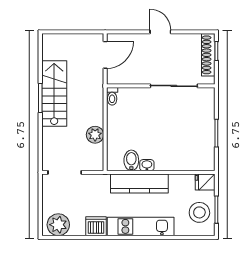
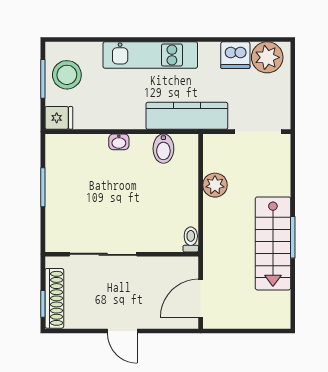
washbasin: (147, 165) -> (119, 142), moved
kitchen counter: (139, 184) -> (187, 116), moved
dishwasher: (96, 226) -> (235, 55), moved

